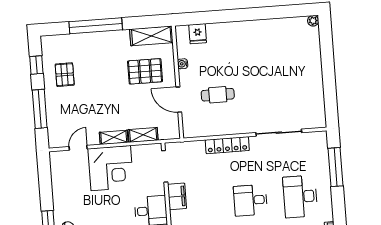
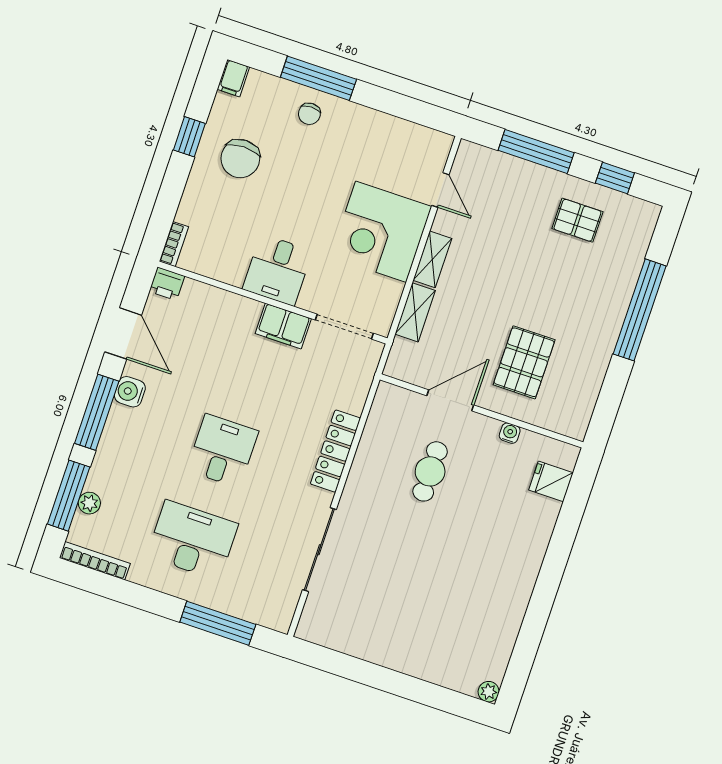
shelving: (151, 36) -> (581, 399), removed

